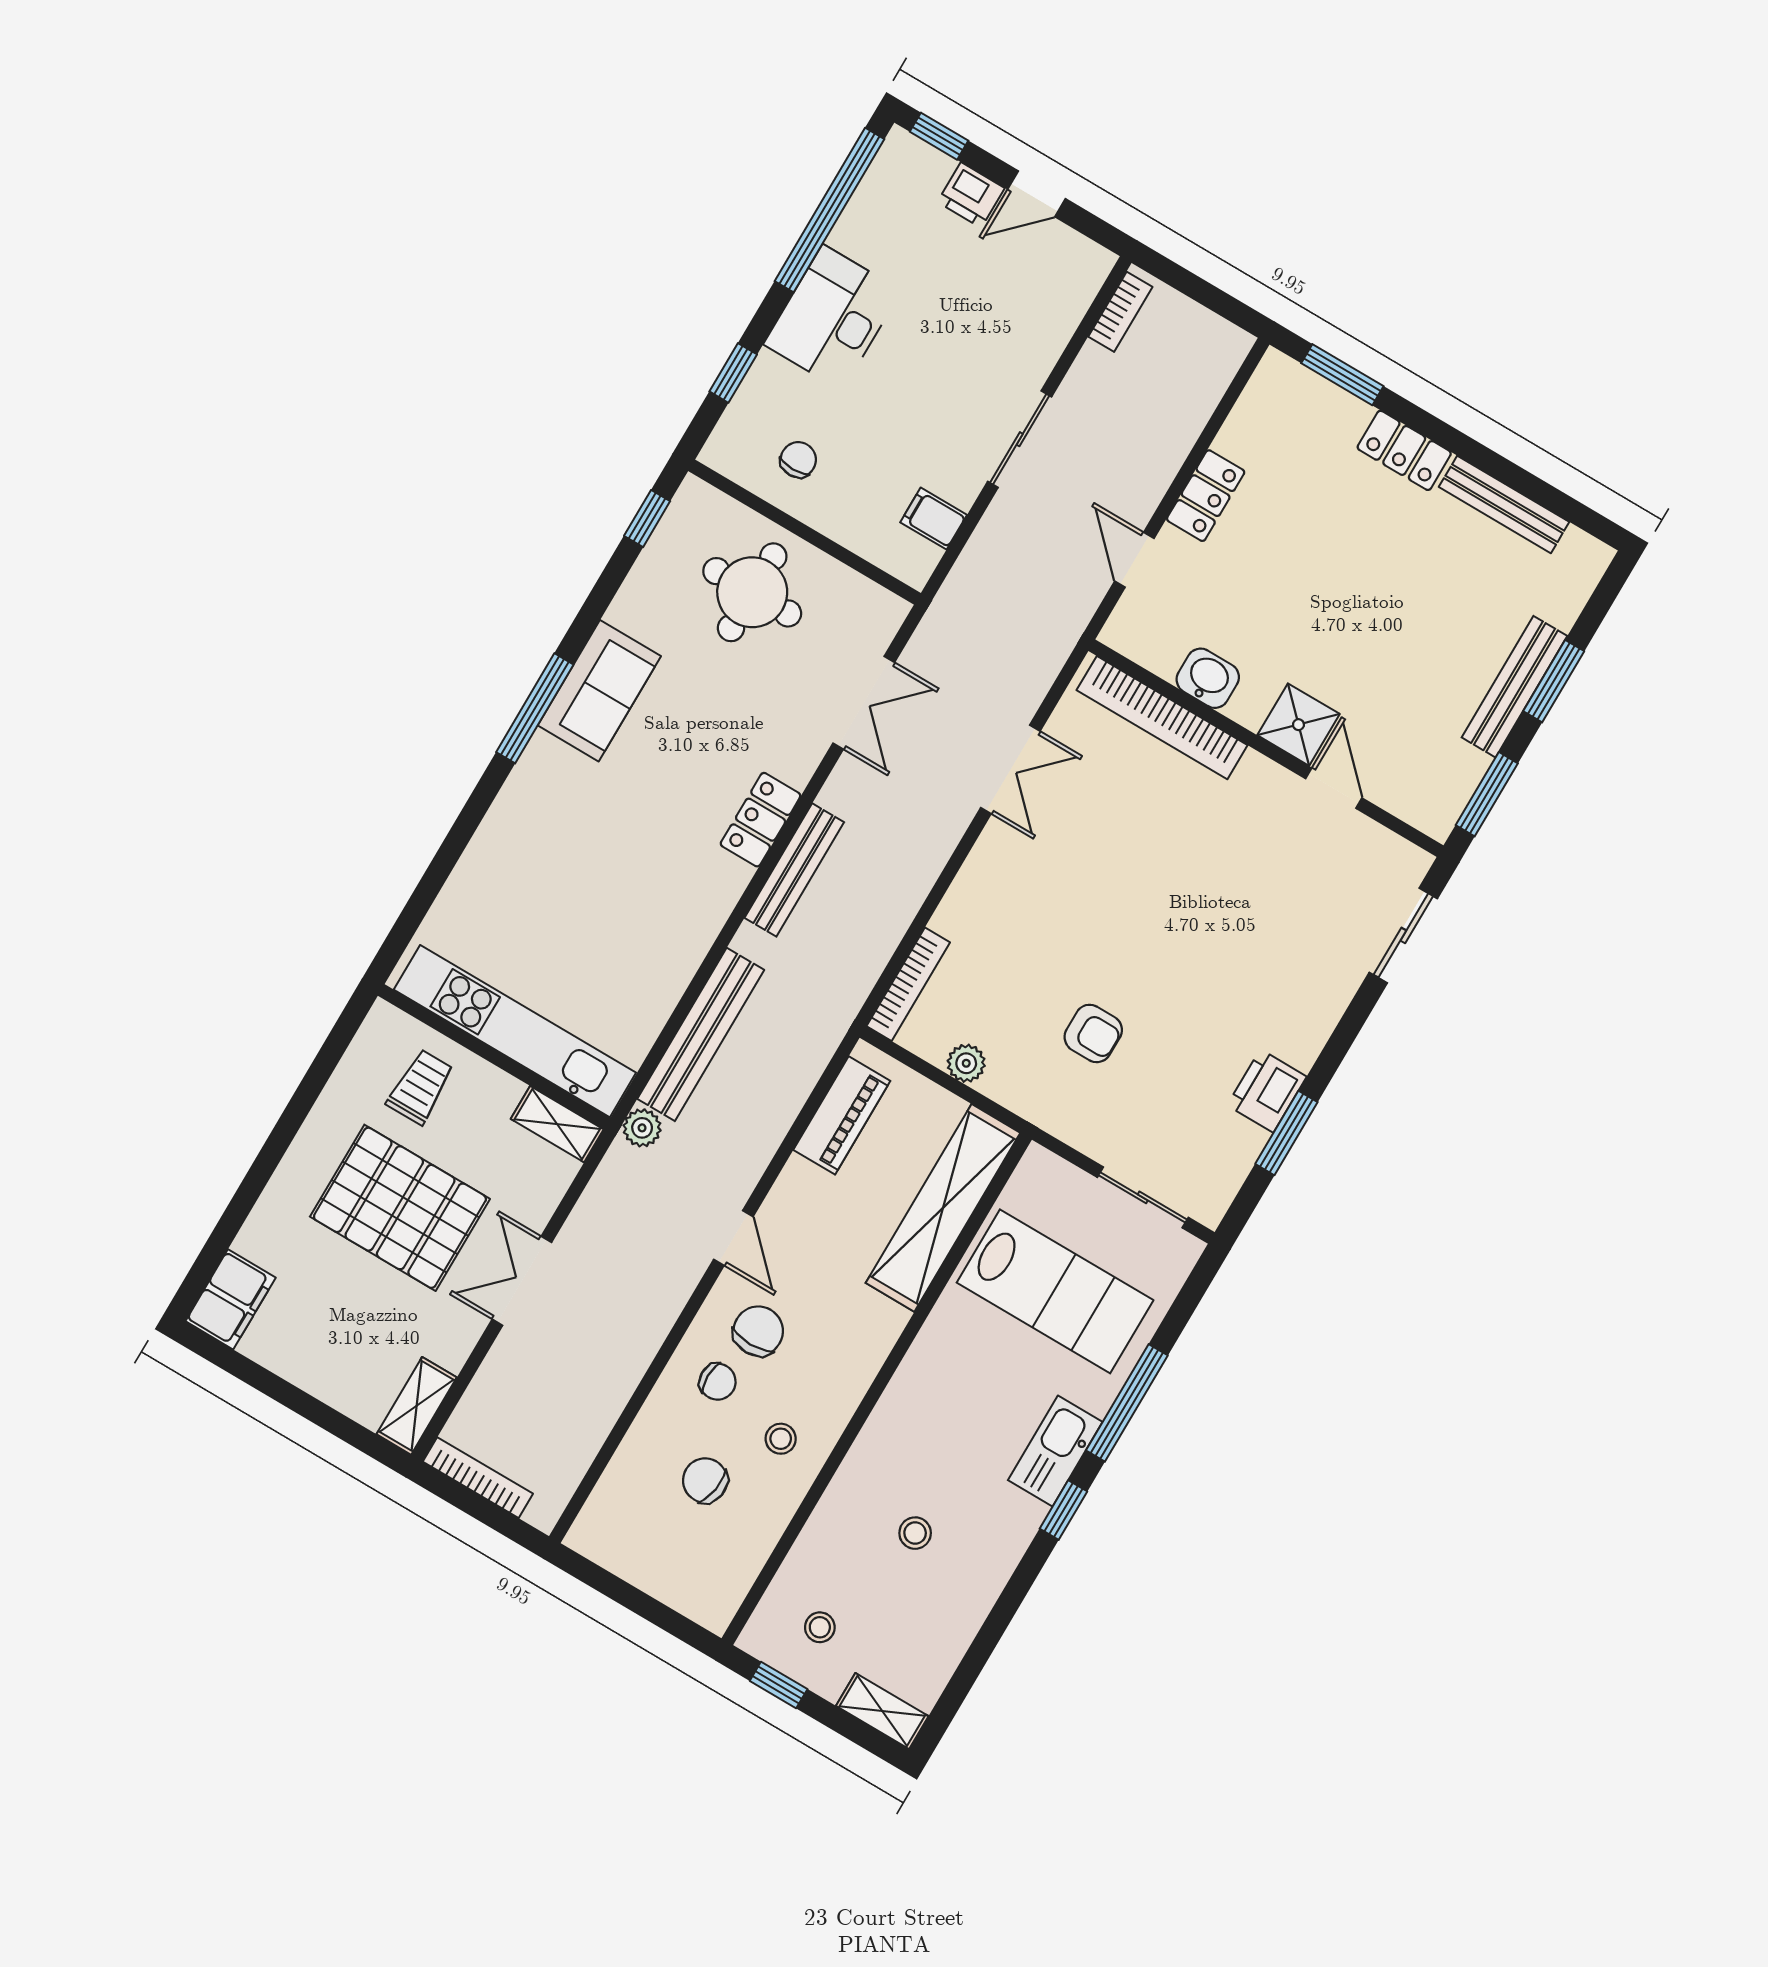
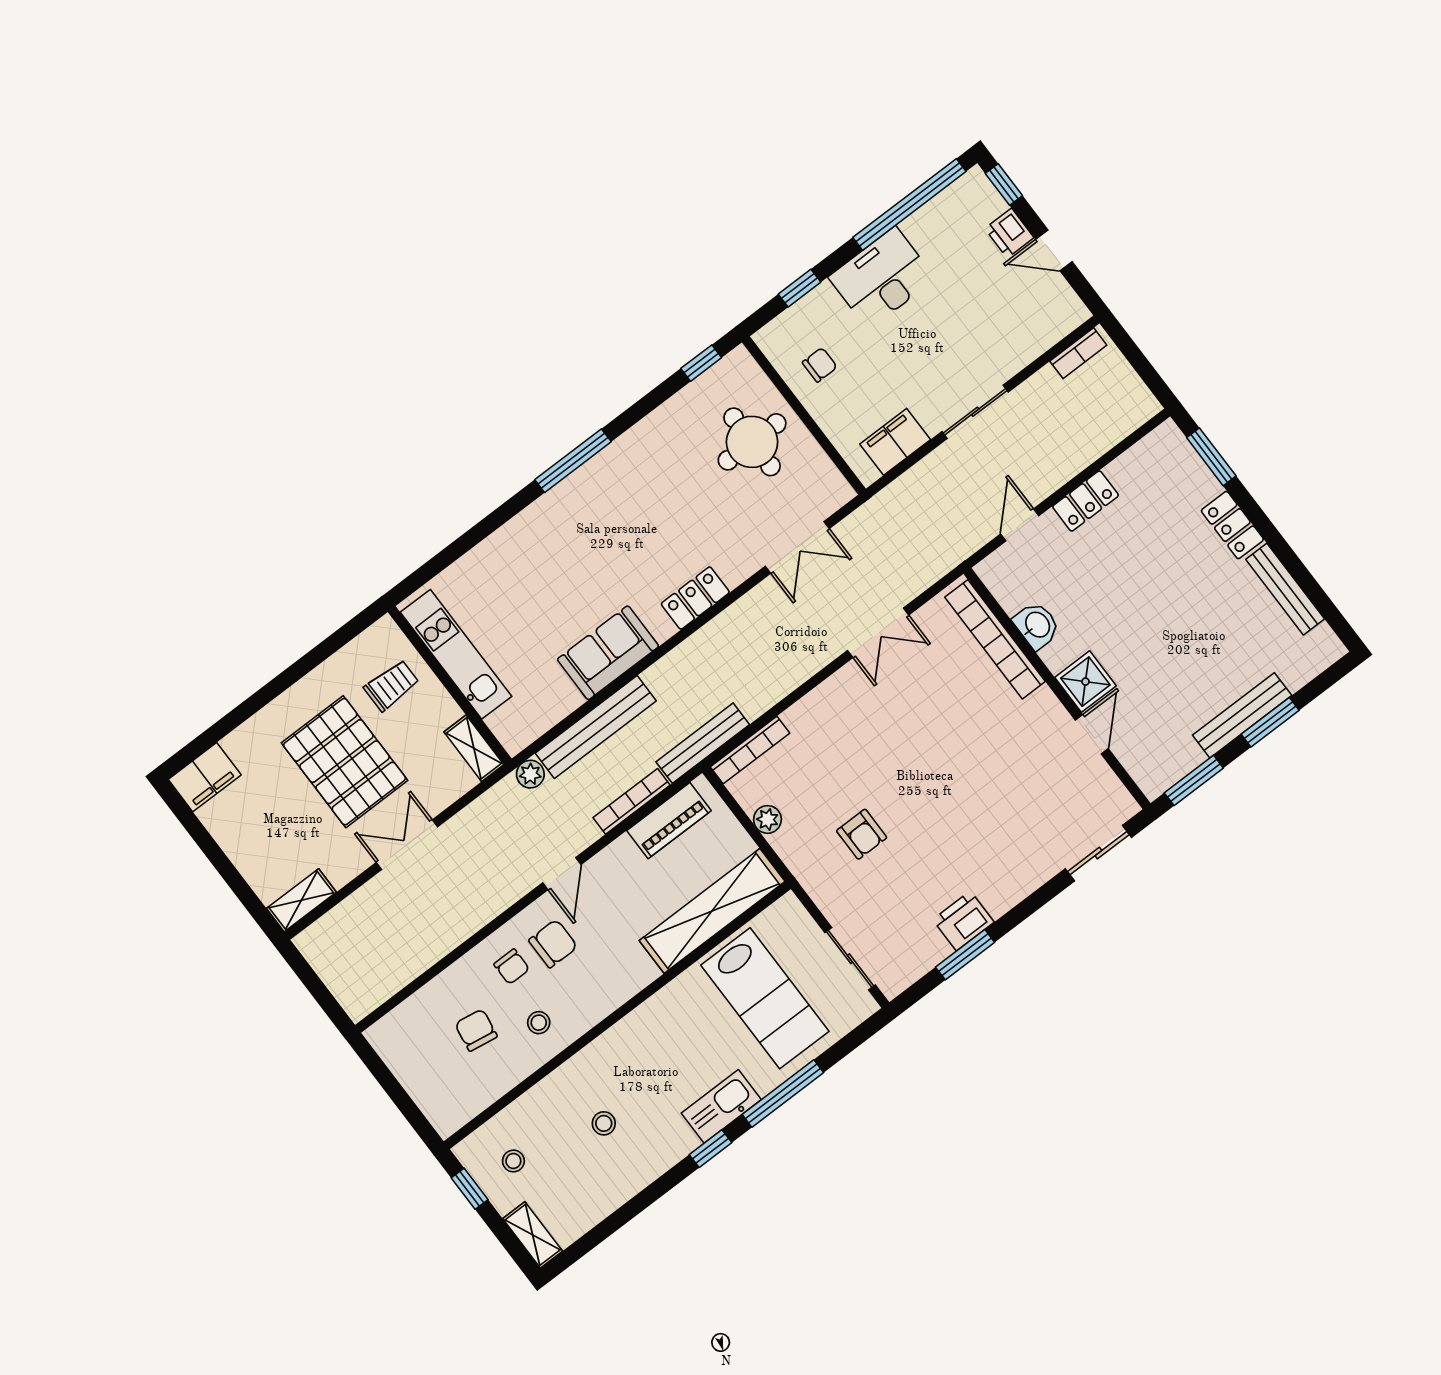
filing cabinet: (934, 519) -> (895, 442), width x2.00
sofa: (599, 691) -> (608, 653), moved, turned 180
bench: (794, 870) -> (703, 743), moved
kitchen unit: (515, 1031) -> (456, 654), width x0.73
bookcase: (478, 1478) -> (632, 801), moved, turned -90

